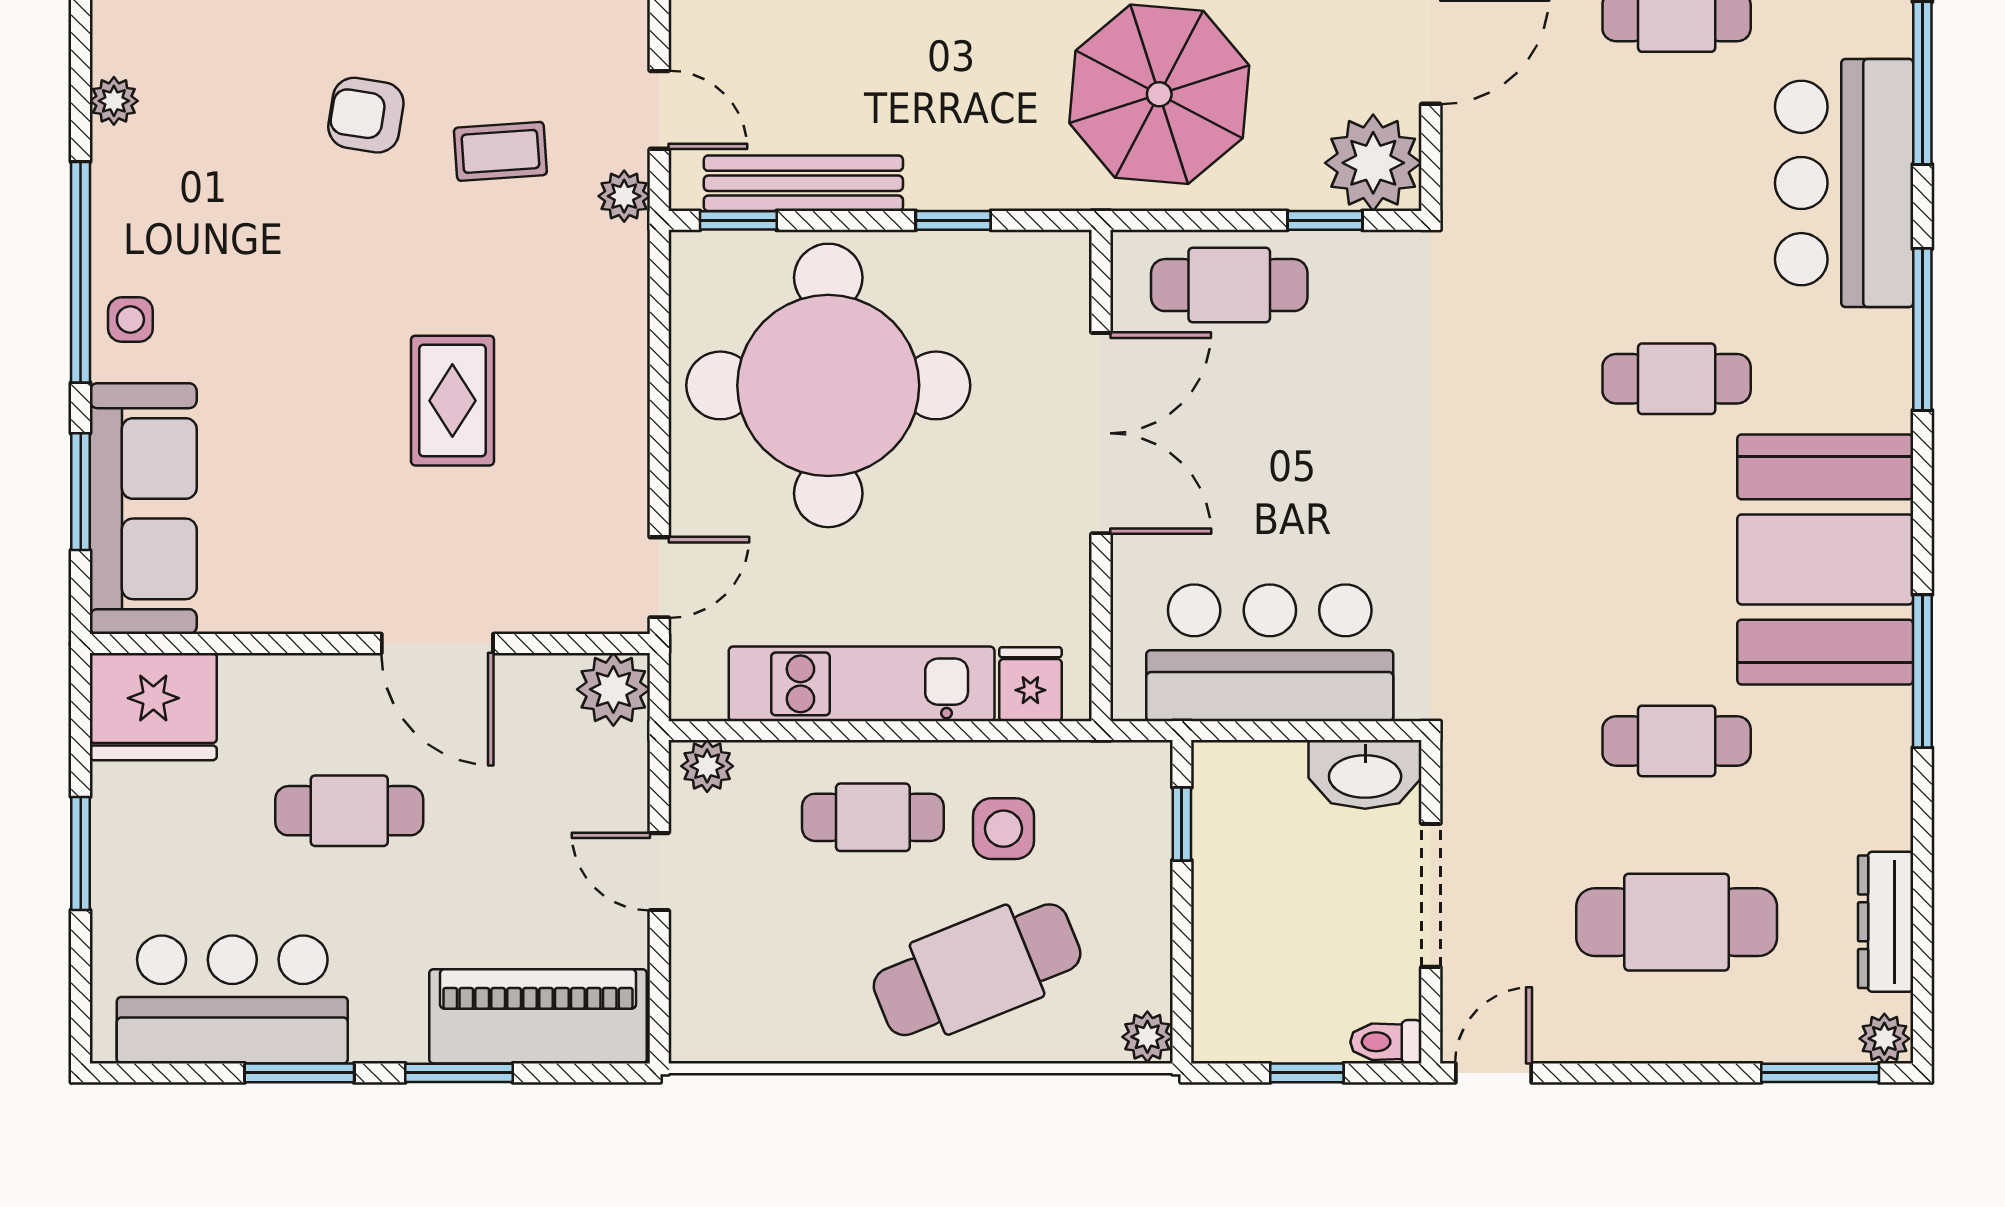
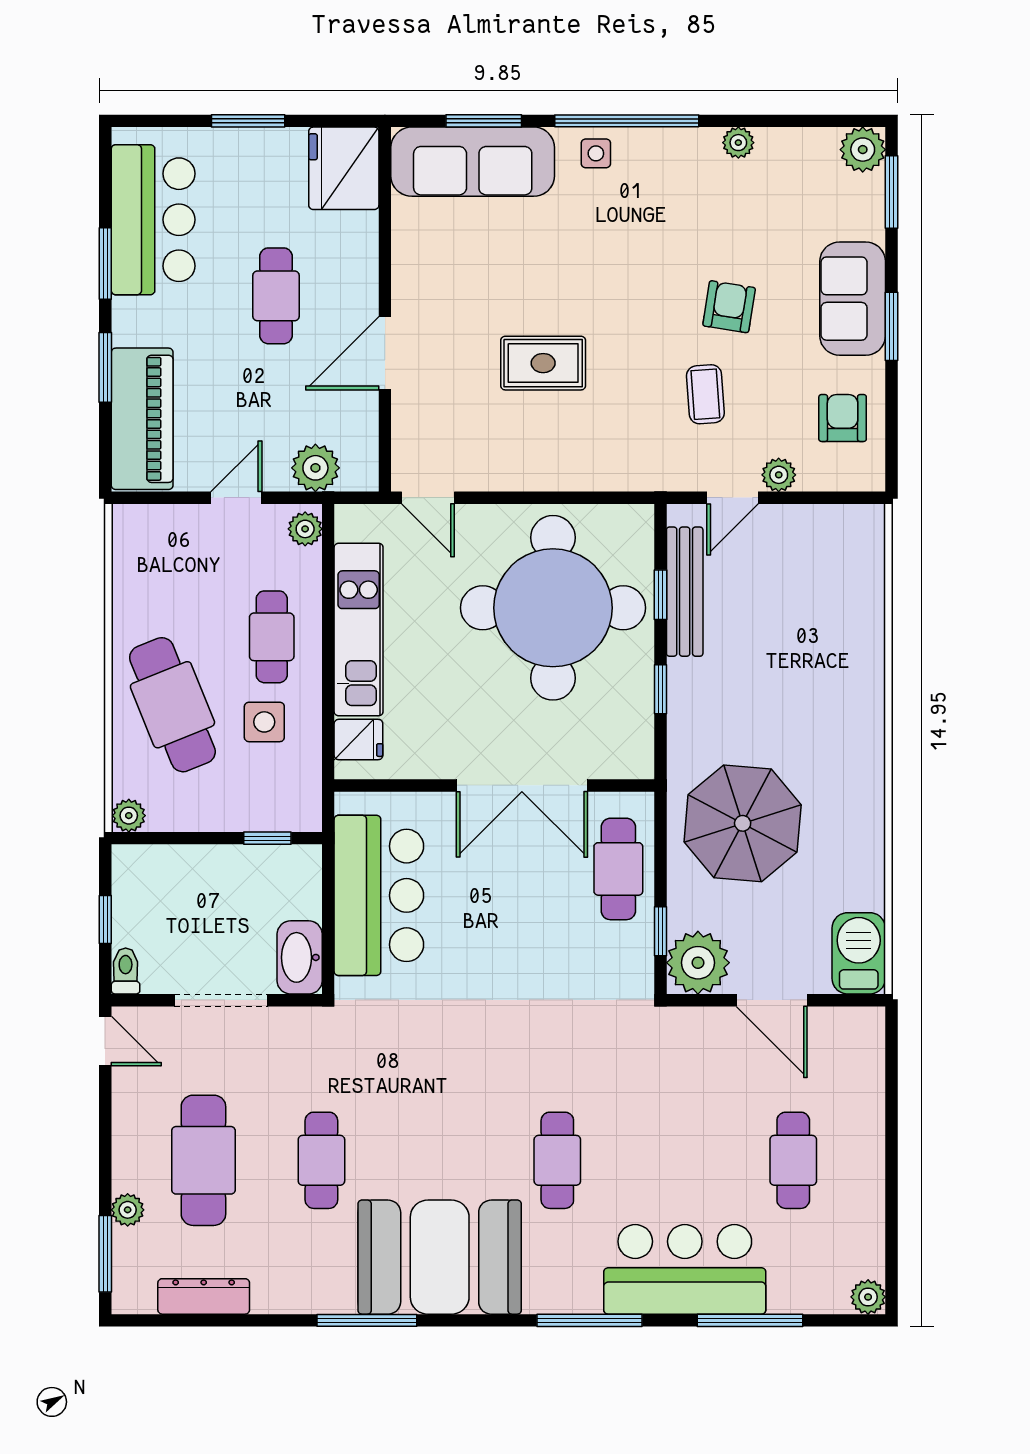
plant: (624, 196) -> (779, 475), moved
window: (738, 220) -> (660, 595), moved
plant: (613, 689) -> (315, 468), moved
plant: (1884, 1039) -> (128, 1210), moved

